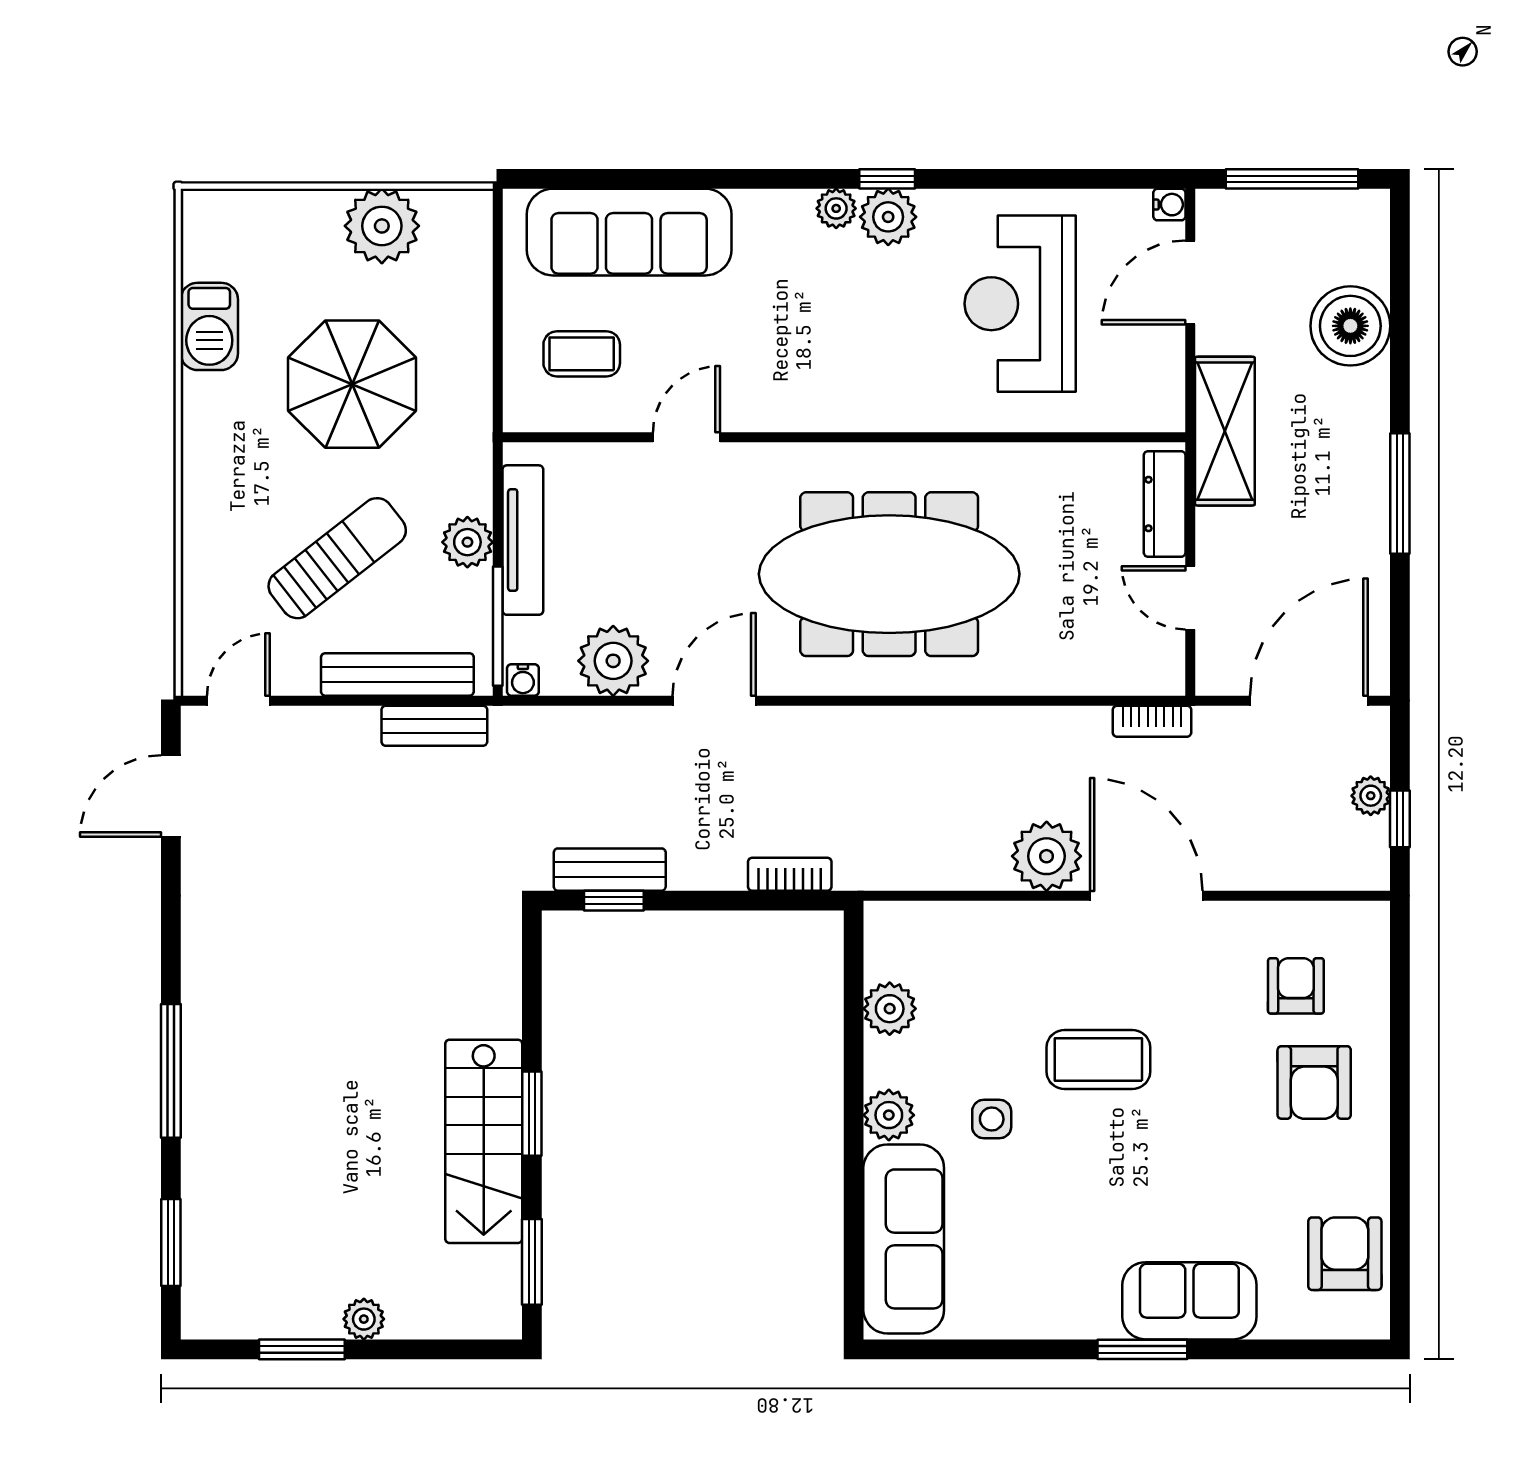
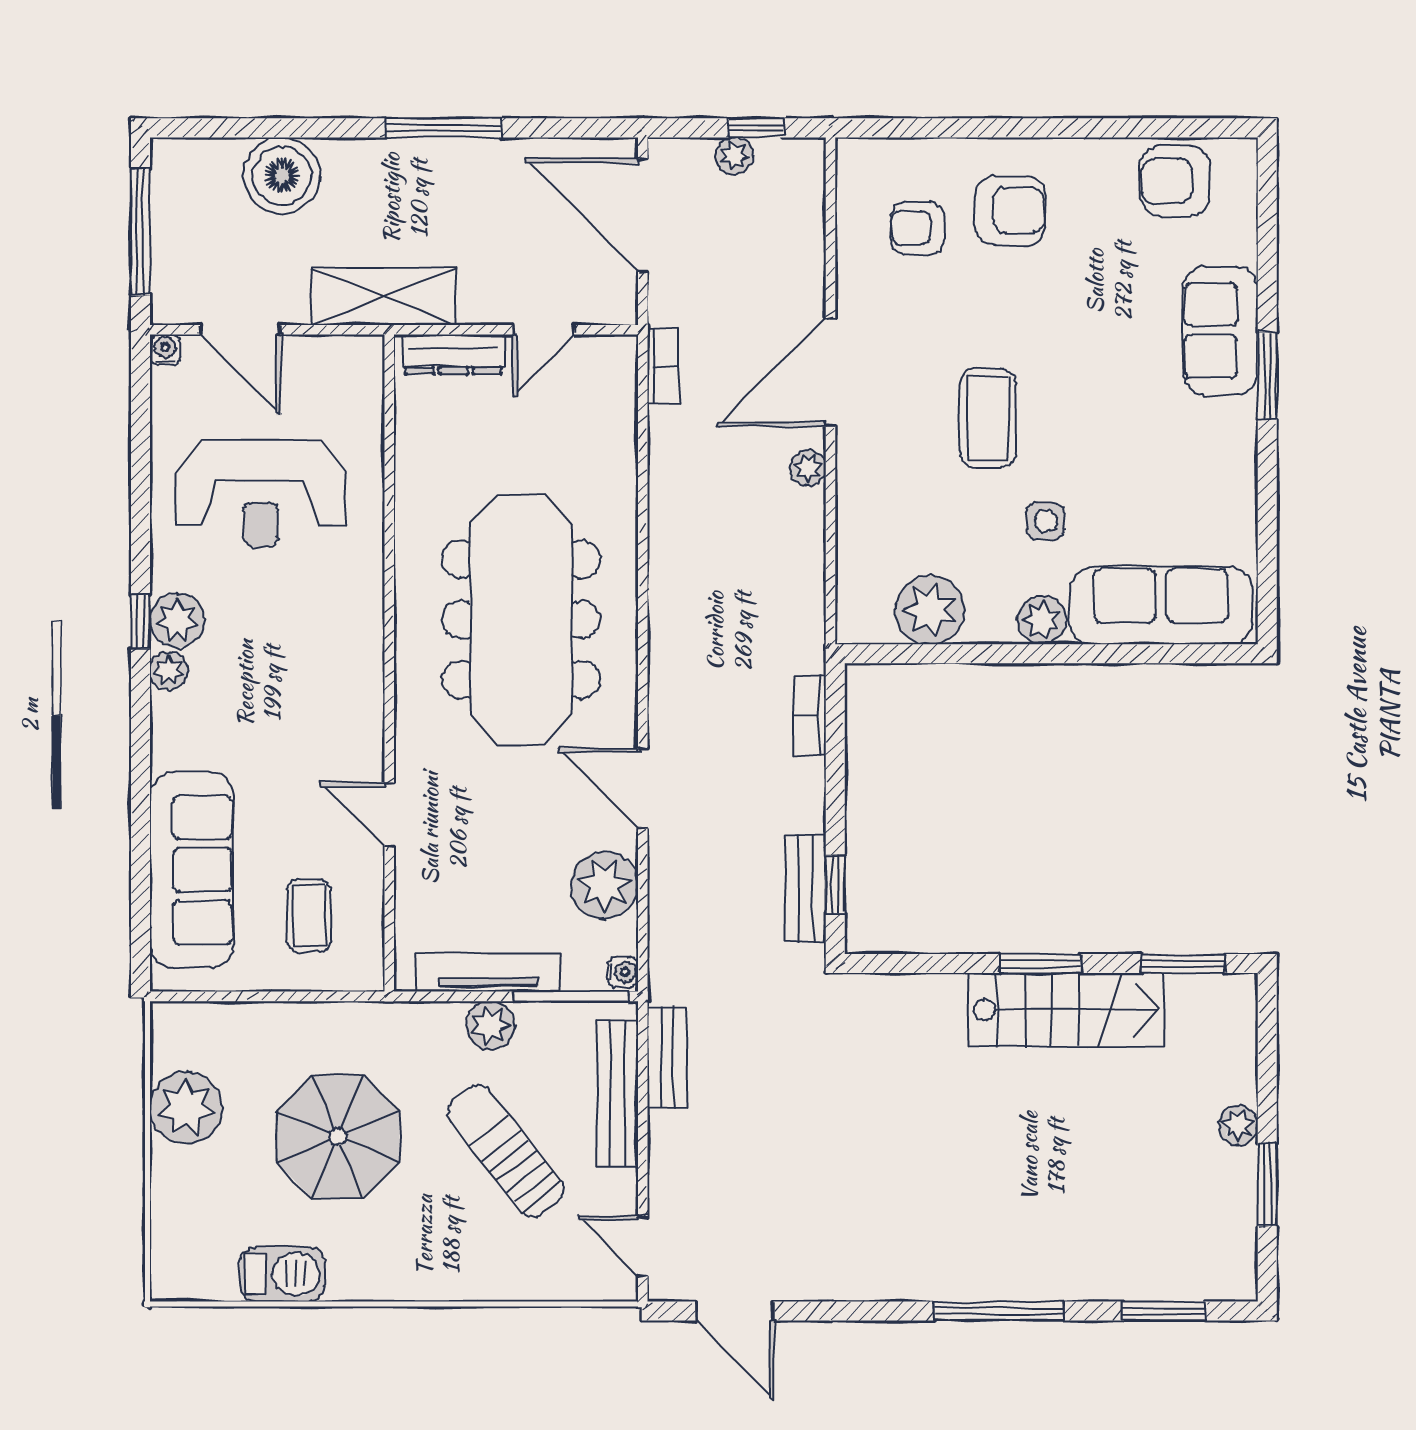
plant: (1047, 856) -> (808, 468), width x0.53, depth x0.53
plant: (890, 1009) -> (930, 610), width x1.36, depth x1.36

